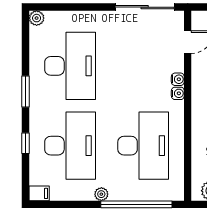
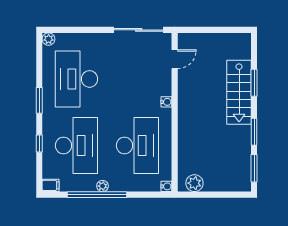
desk: (70, 66) -> (76, 79), turned 180
water cooler: (178, 79) -> (166, 186), moved
window: (136, 204) -> (97, 195), moved

